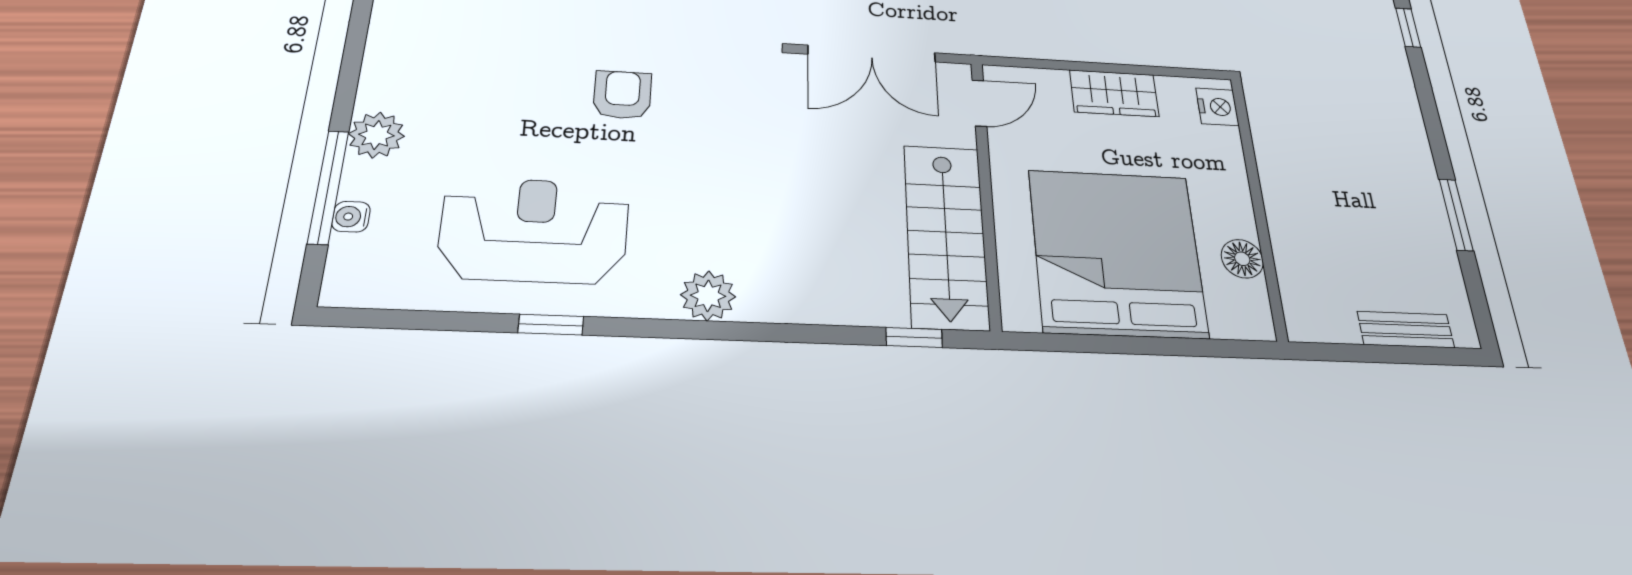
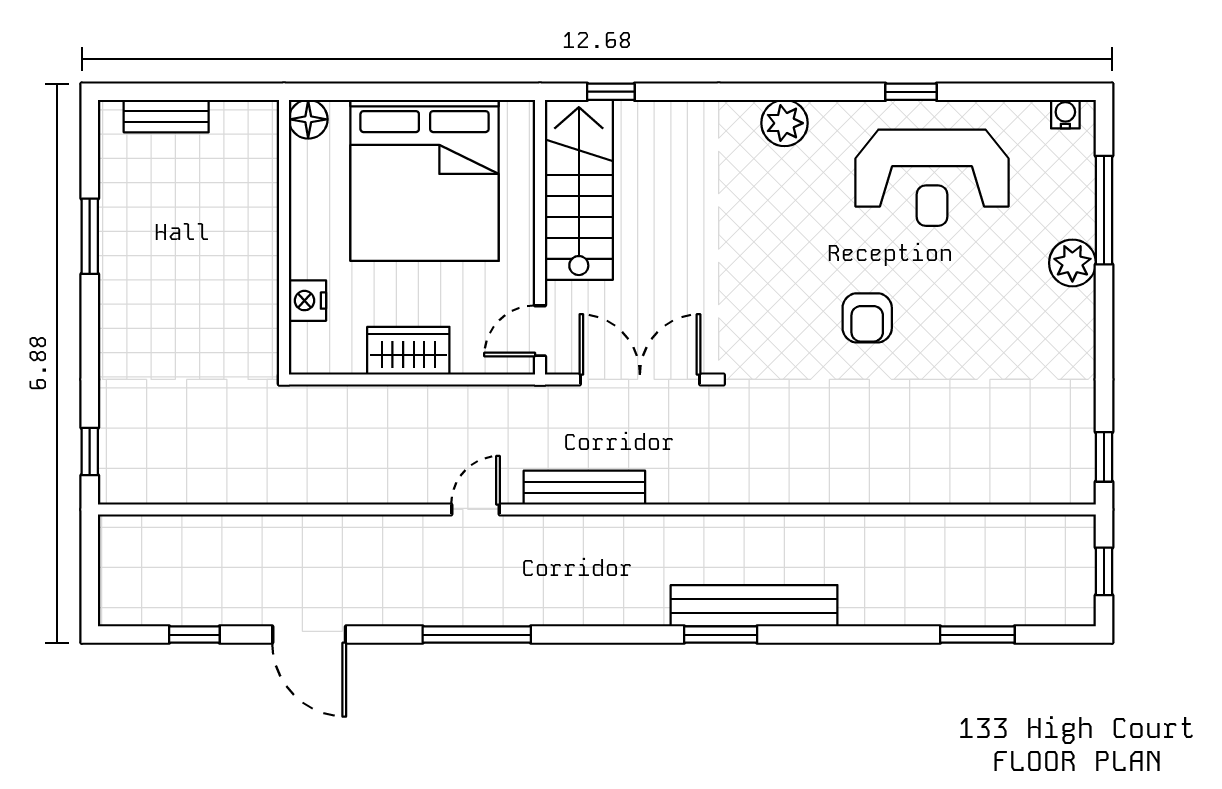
nightstand: (1217, 107) -> (307, 301), moved
water cooler: (351, 217) -> (1065, 114), moved, turned -90
floor lamp: (1242, 259) -> (308, 119), moved

